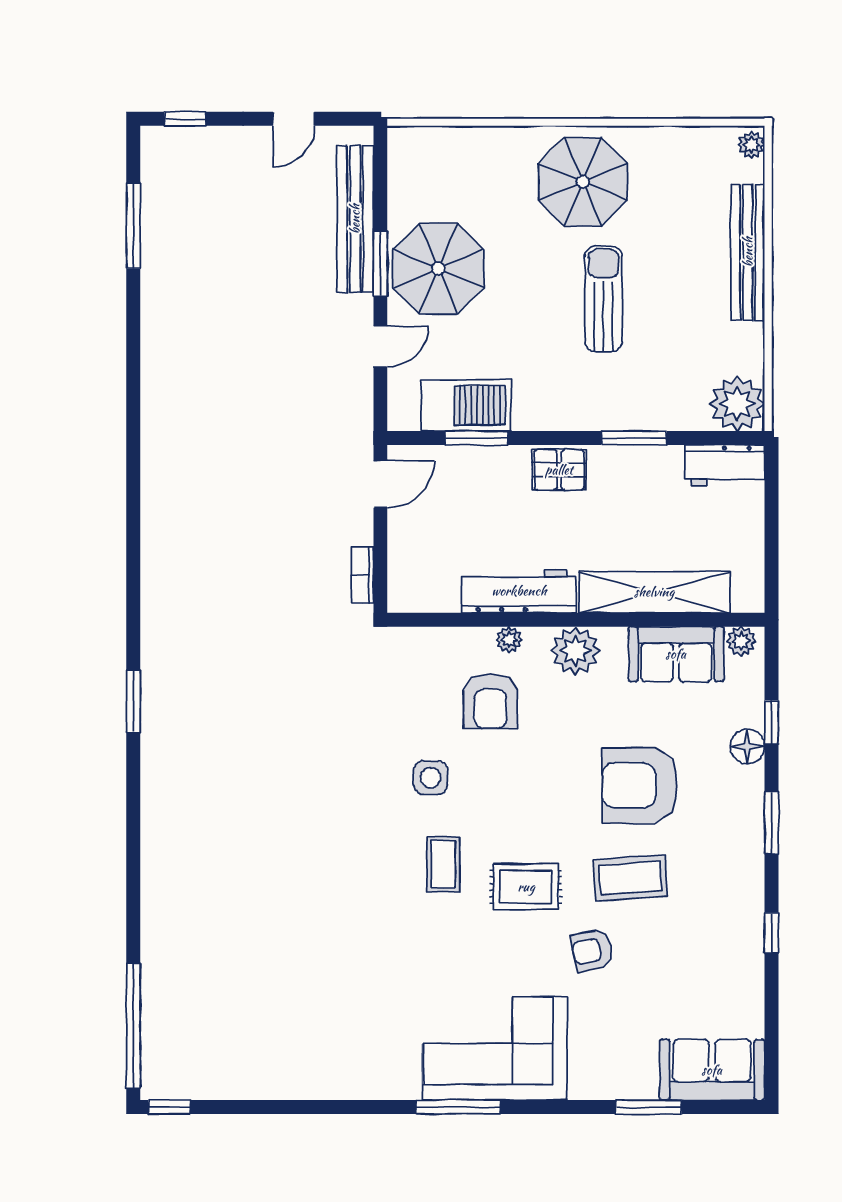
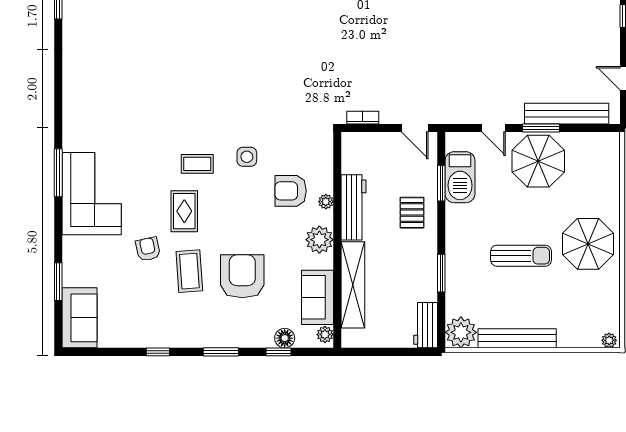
bench: (748, 252) -> (517, 338), moved
pallet: (559, 470) -> (412, 213), moved
floor lamp: (747, 746) -> (285, 338), moved

